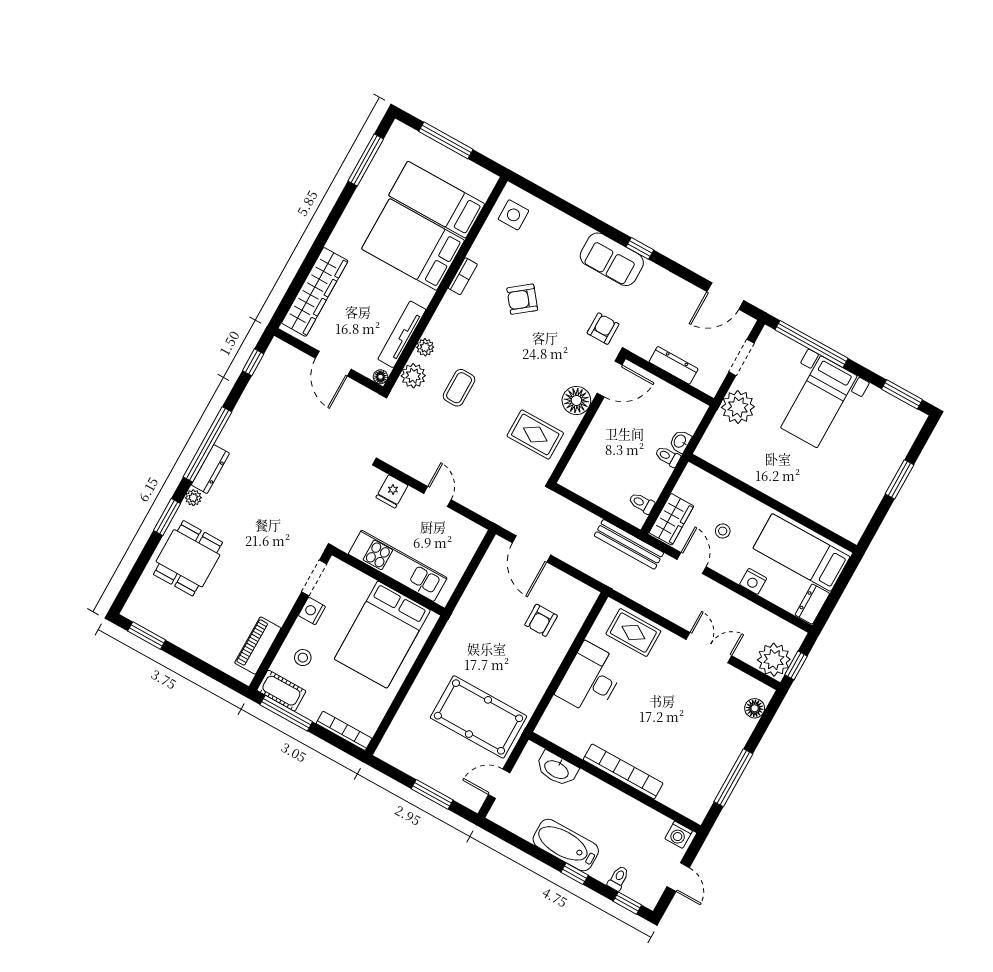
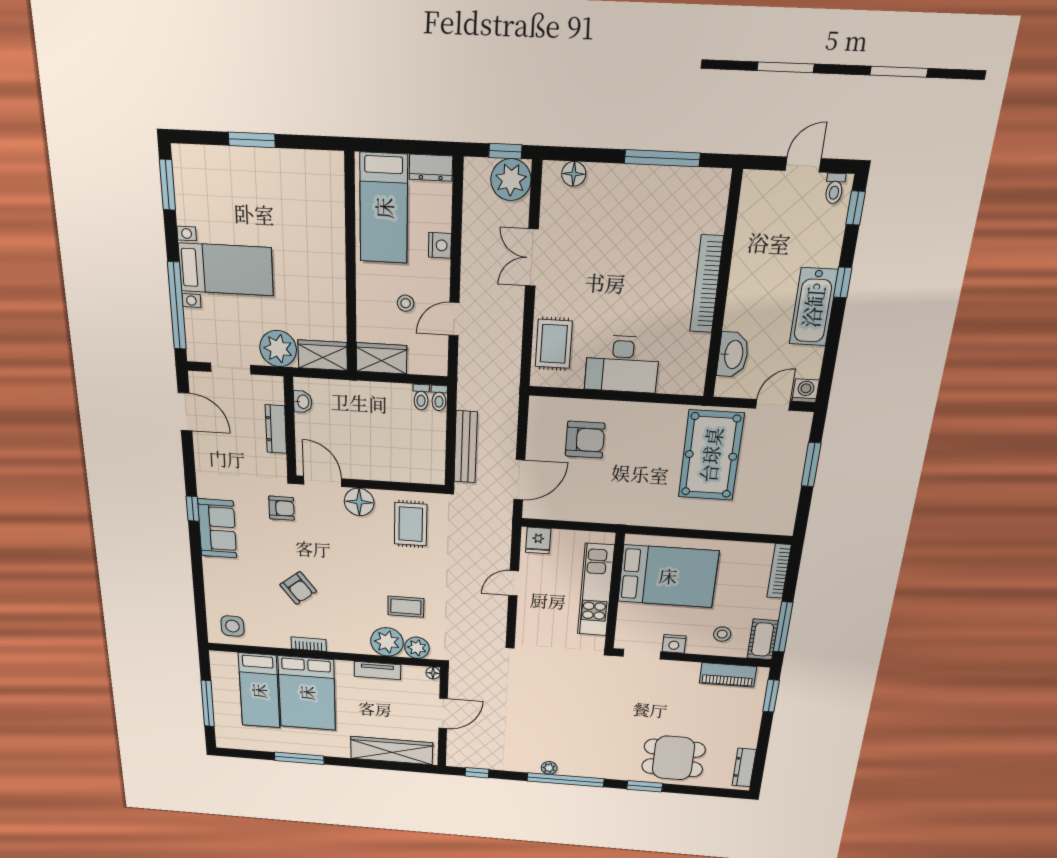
window: (366, 160) -> (299, 758), moved
armchair: (603, 329) -> (281, 508), turned 180
tv unit: (402, 334) -> (377, 671), width x0.71
plant: (425, 347) -> (387, 642), width x1.87, depth x1.87
washbasin: (680, 441) -> (303, 402), moved, turned -90
wardrobe: (715, 441) -> (323, 355), added
toilet: (668, 456) -> (439, 398), moved
dresser: (210, 469) -> (744, 767), moved, turned -90
fridge: (392, 491) -> (538, 540), moved, turned 90
plant: (193, 498) -> (549, 768), moved
wardrobe: (671, 519) -> (381, 358), moved
bench: (629, 544) -> (466, 447), moved
armchair: (541, 620) -> (585, 440), width x1.38, depth x1.38
window: (147, 635) -> (771, 696), moved
door: (499, 784) -> (773, 405), swing flipped
washing machine: (679, 835) -> (806, 391), moved, turned -90
toilet: (618, 878) -> (835, 188), moved, turned -90

